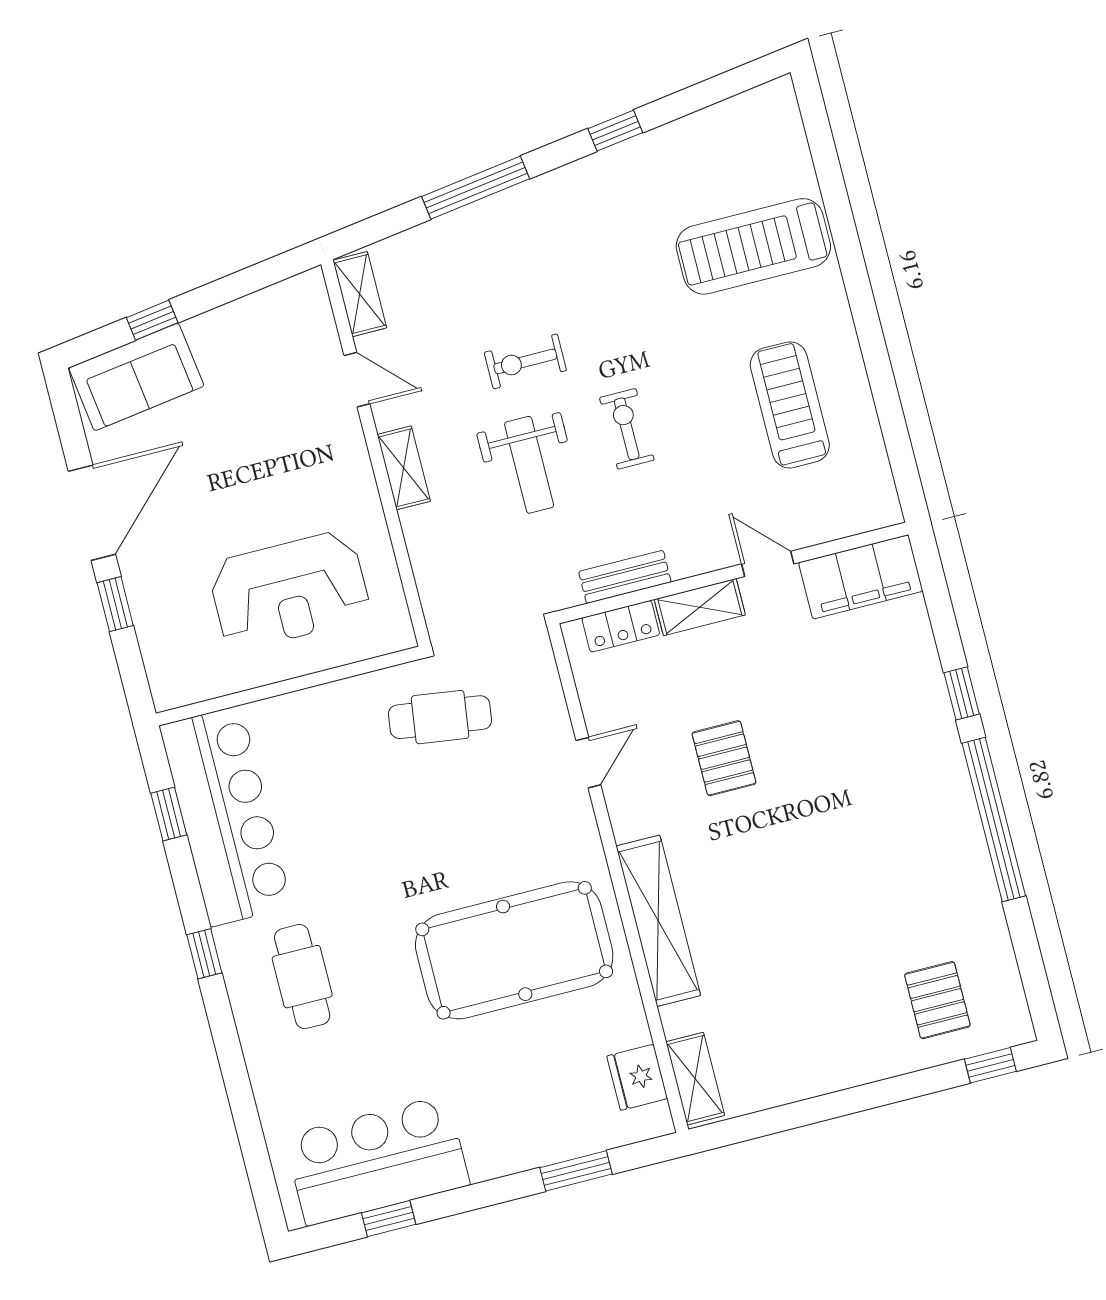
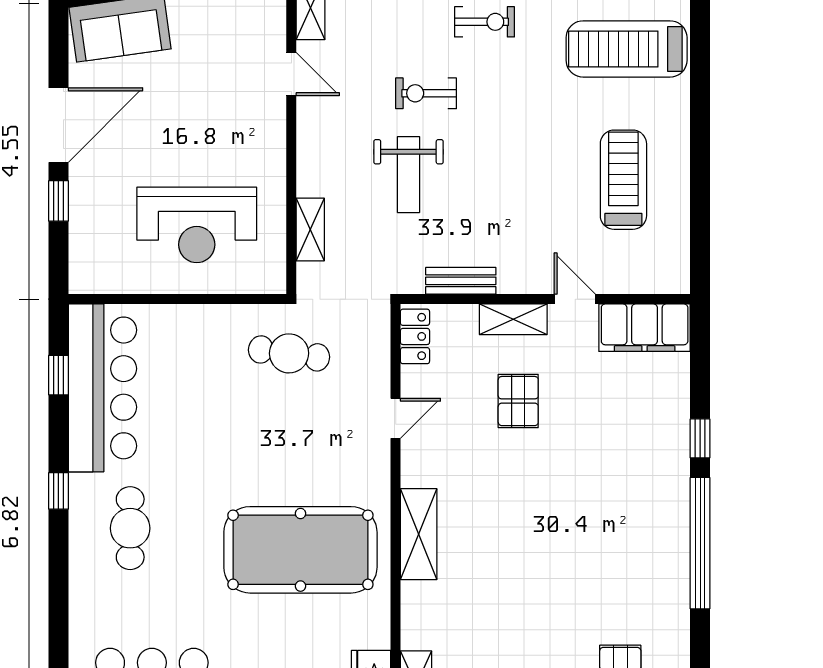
exercise bike: (627, 429) -> (485, 22), moved, turned 90
shelving: (404, 468) -> (310, 229), moved
locker: (621, 626) -> (415, 336), moved, turned -90
pallet: (724, 758) -> (518, 401), moved
shelving: (658, 921) -> (419, 534), width x0.68

